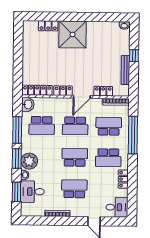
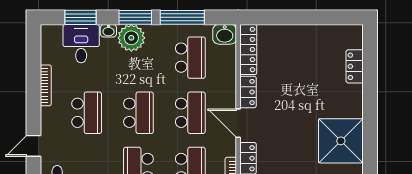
shower: (73, 34) -> (341, 141), moved
school desk: (42, 125) -> (190, 58), turned 180
school desk: (75, 126) -> (190, 113), turned 180

